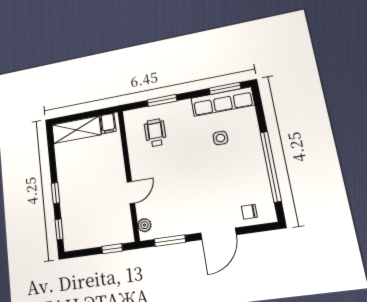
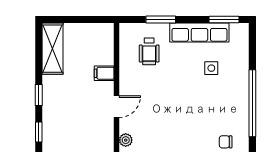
row of seats: (222, 102) -> (199, 33), moved
filing cabinet: (108, 123) -> (104, 73), moved, turned 90
shelving: (76, 130) -> (52, 49), moved, turned 90
wheelchair: (155, 133) -> (149, 51), turned 180

